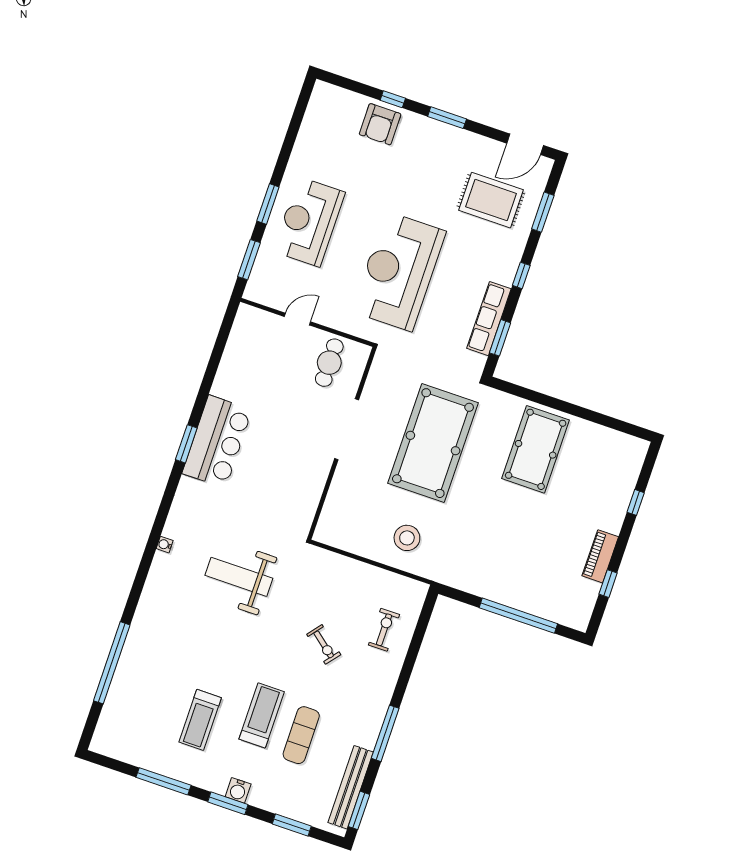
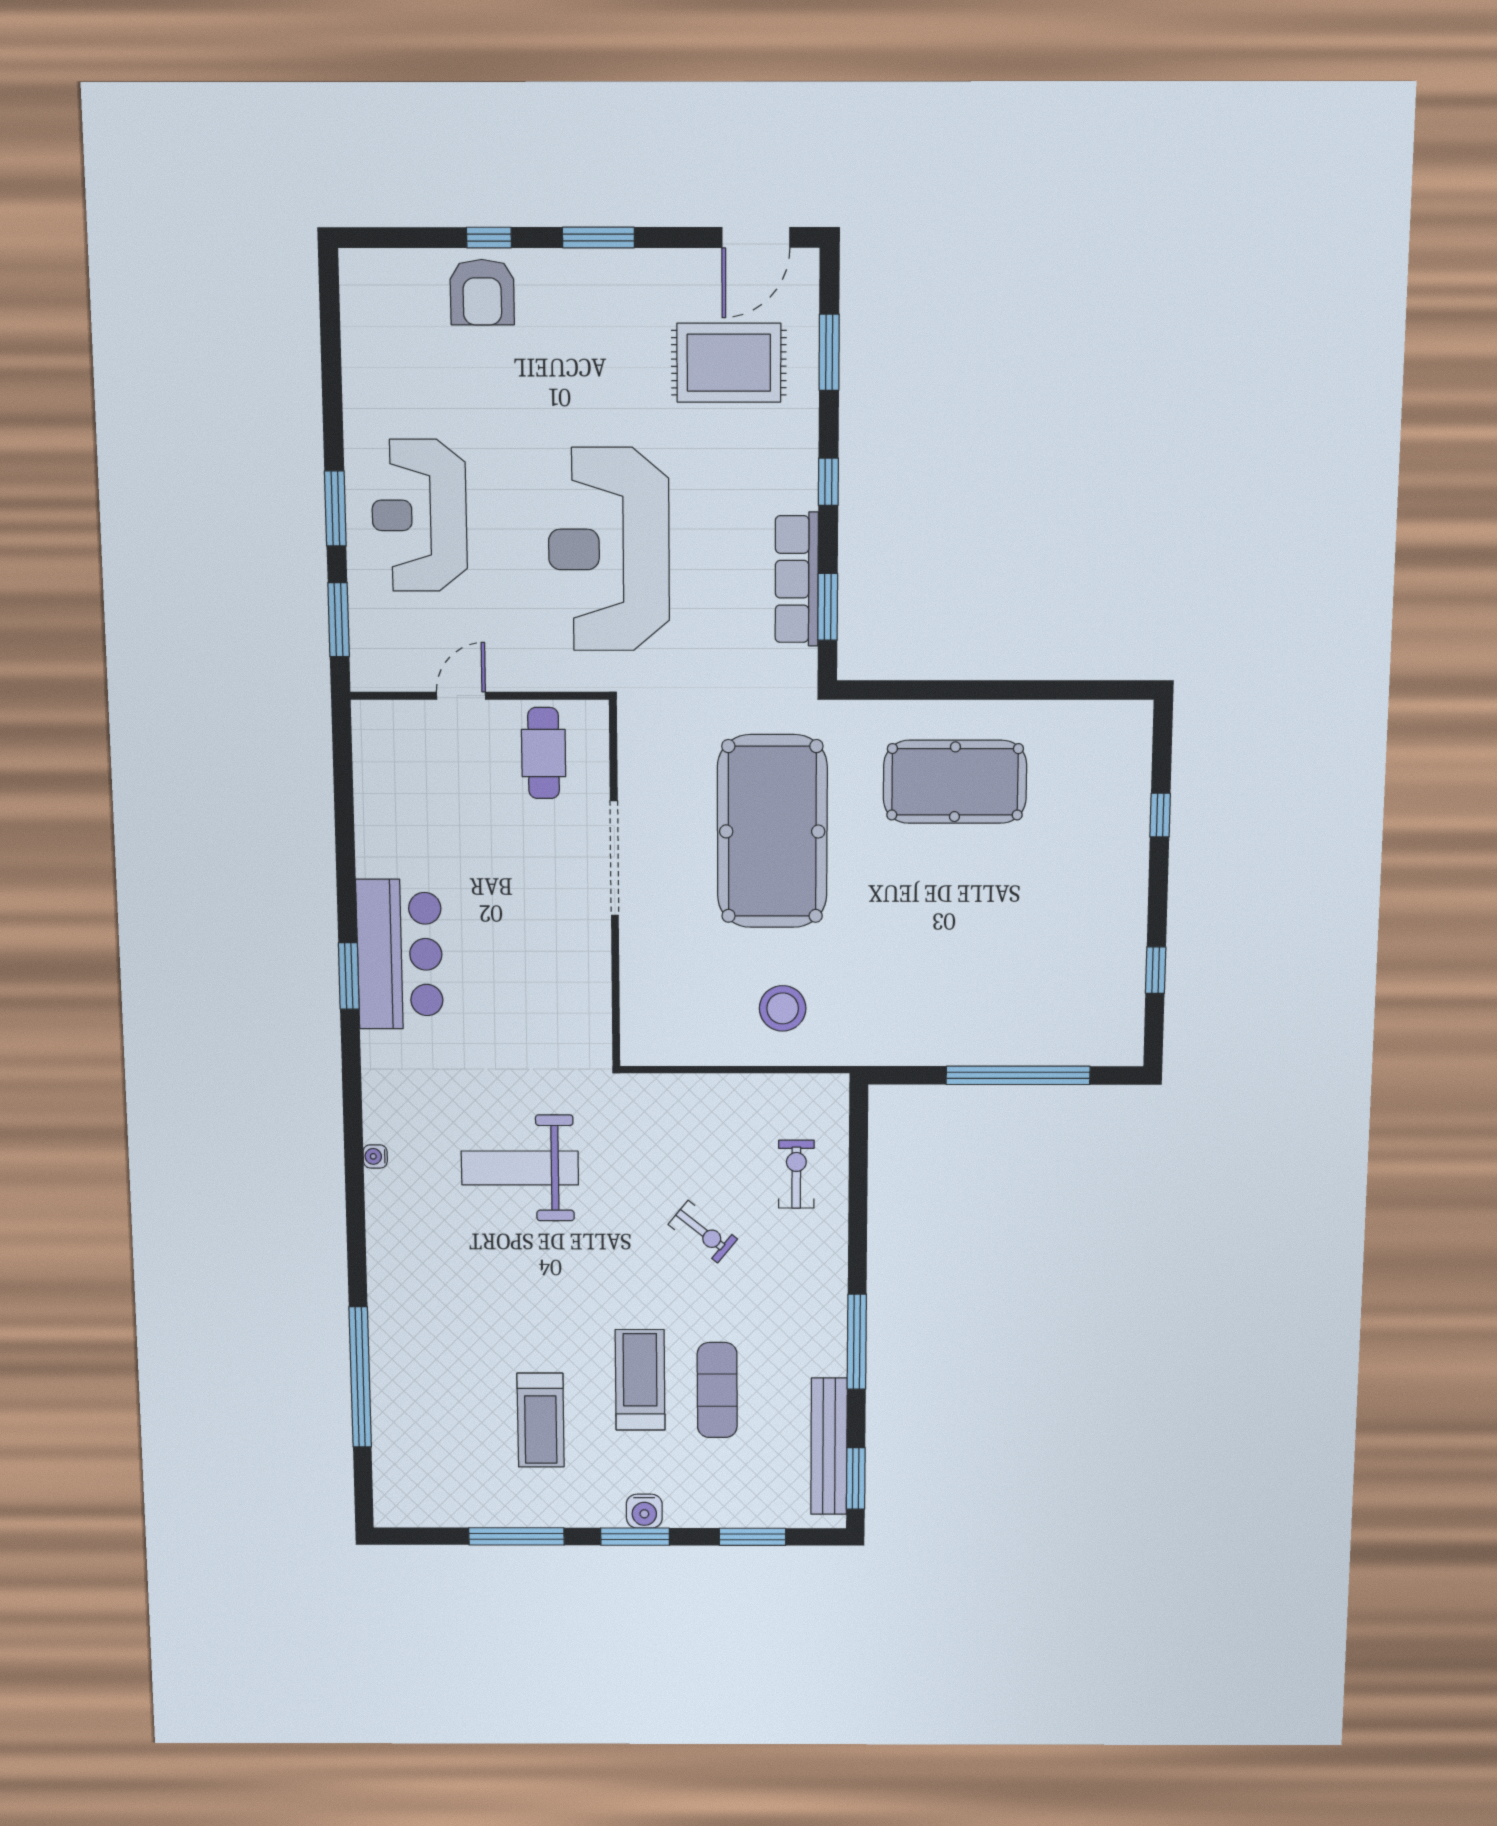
pool table: (536, 449) -> (955, 782), turned 90
piano: (600, 556) -> (1127, 928), removed

